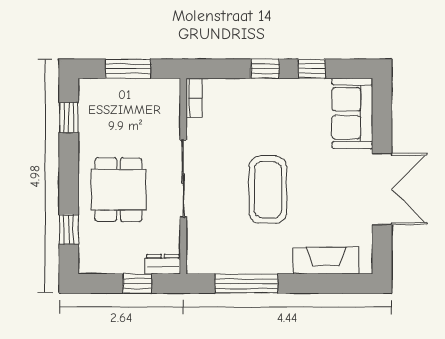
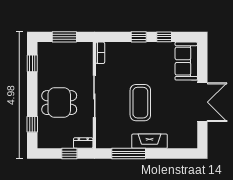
dining table: (118, 190) -> (59, 103), turned 90
fireplace: (326, 261) -> (150, 141), moved

